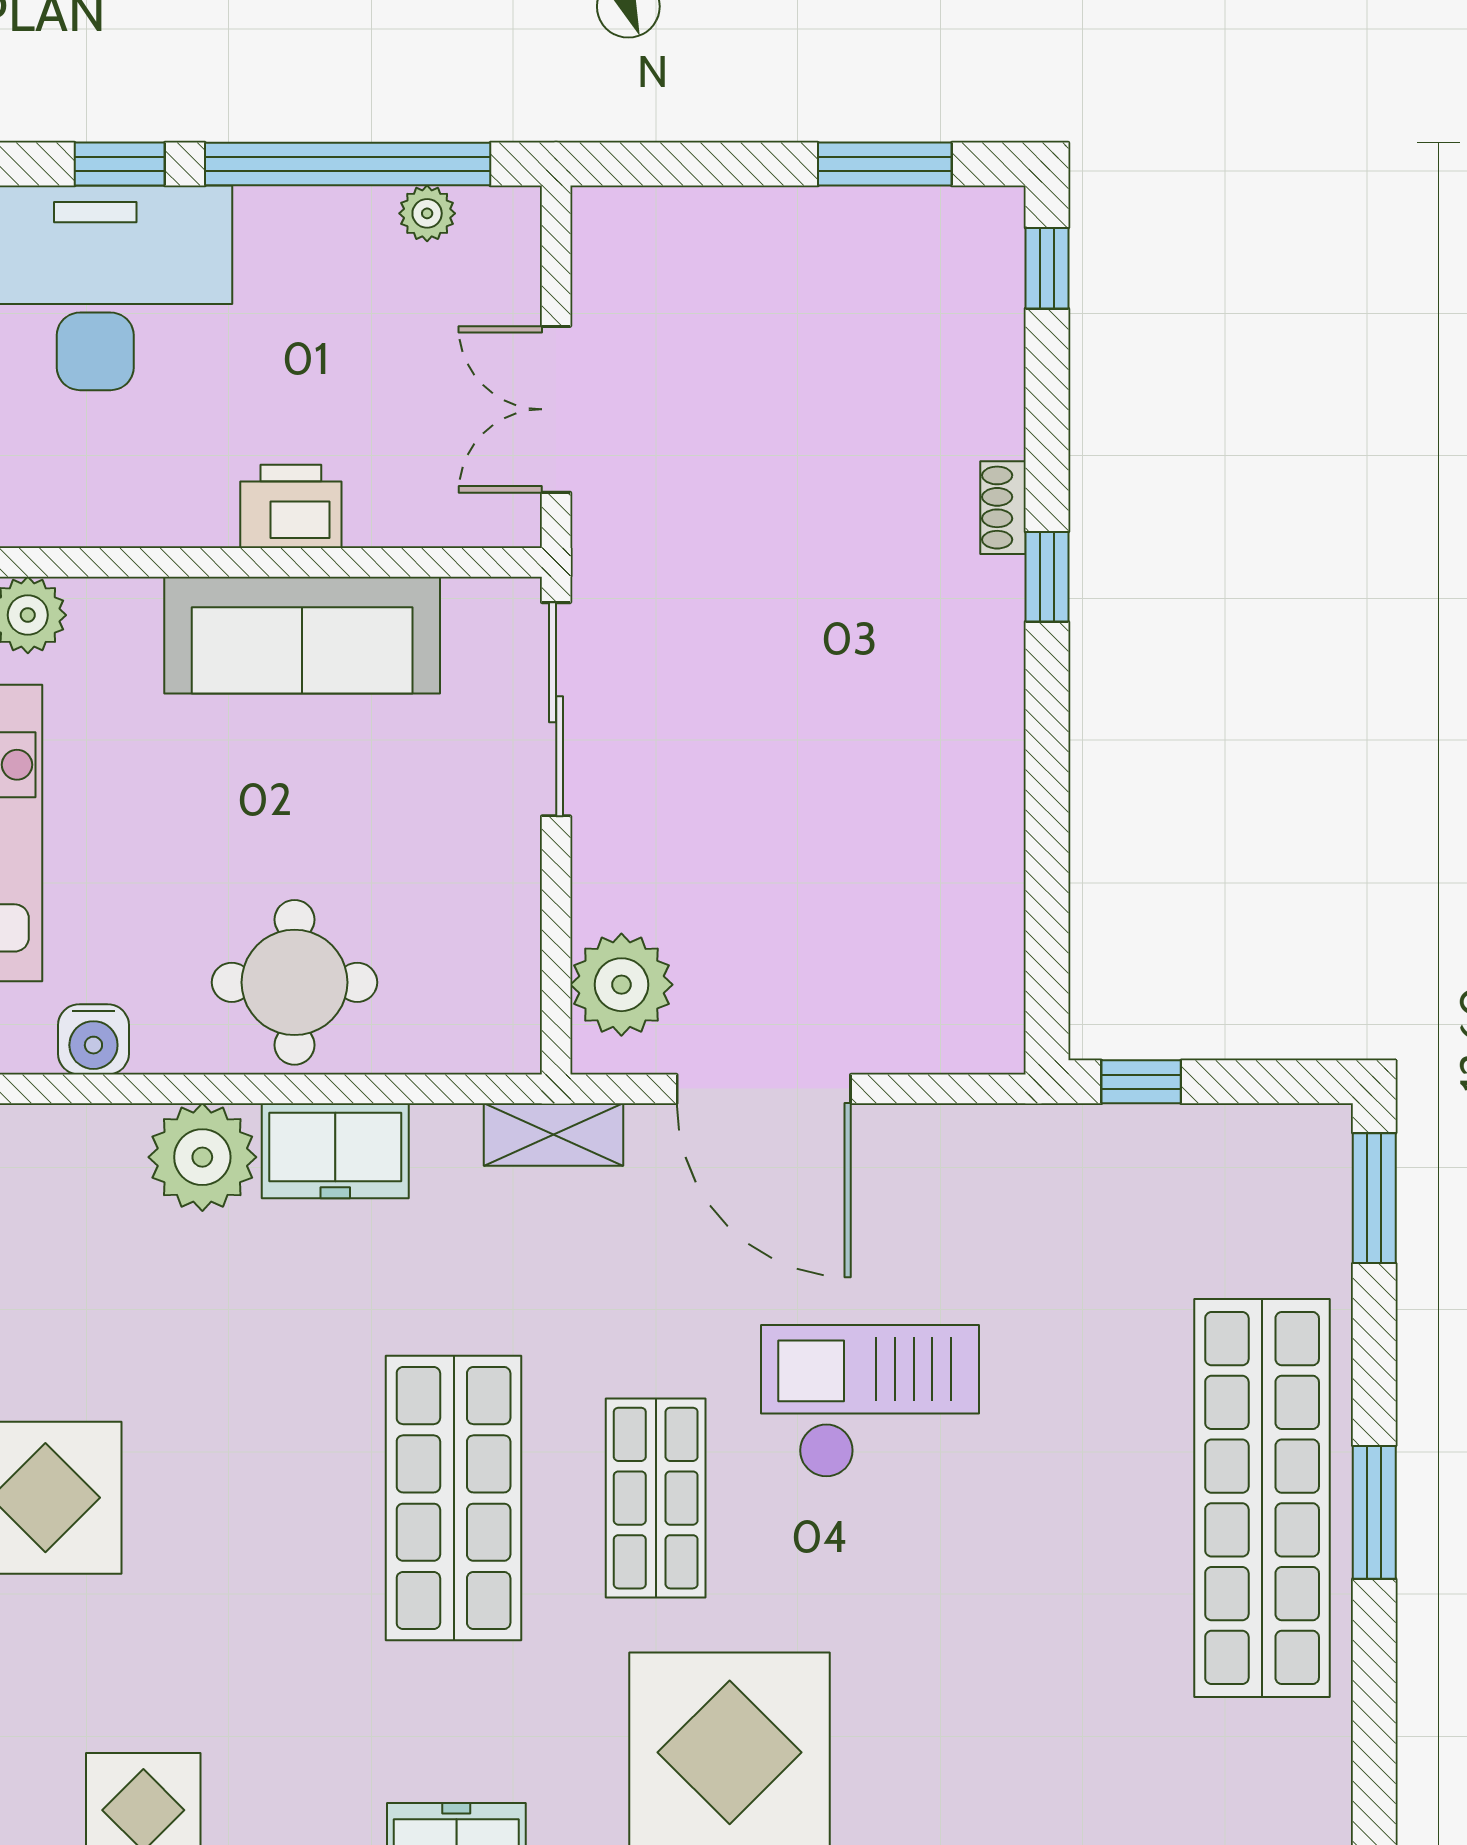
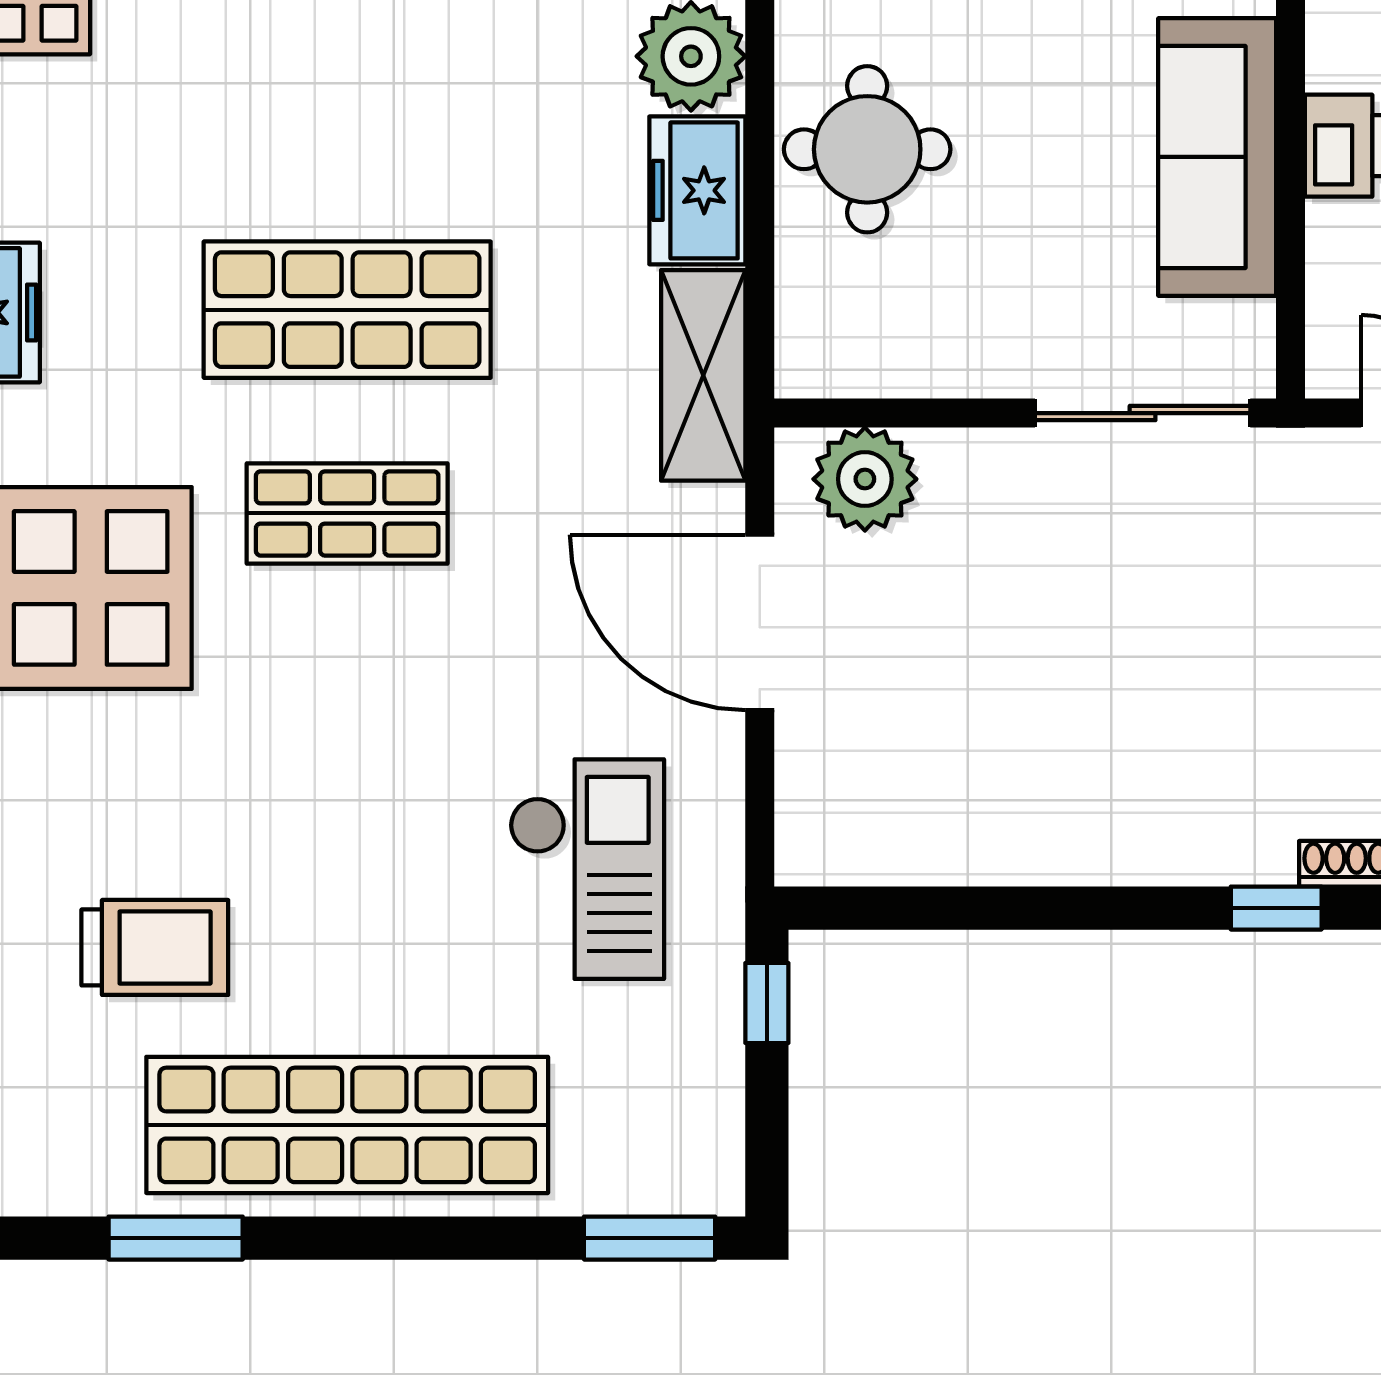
door: (764, 1089) -> (760, 622), hinge flipped
shelving: (553, 1135) -> (703, 375), width x1.50, depth x1.33
checkout: (870, 1401) -> (587, 869), moved
window: (1374, 1512) -> (176, 1238), moved
trolley: (1086, 1689) -> (155, 947), added

